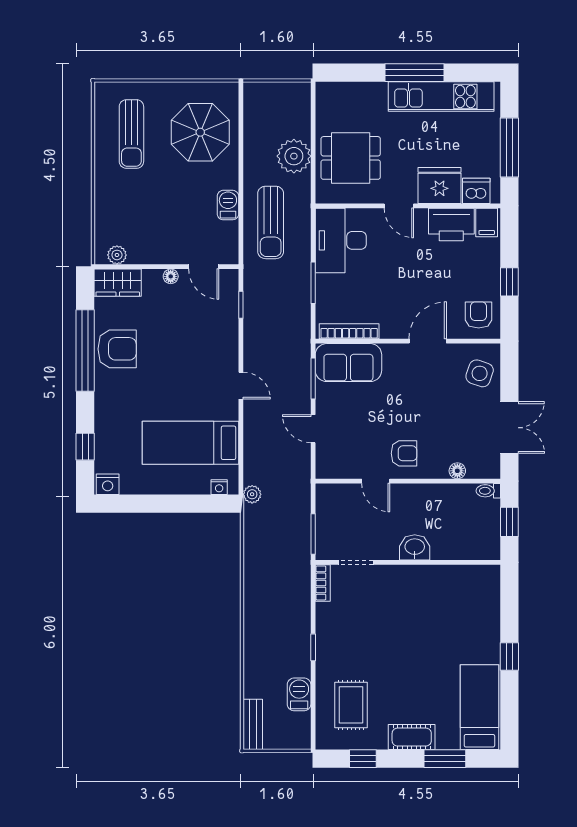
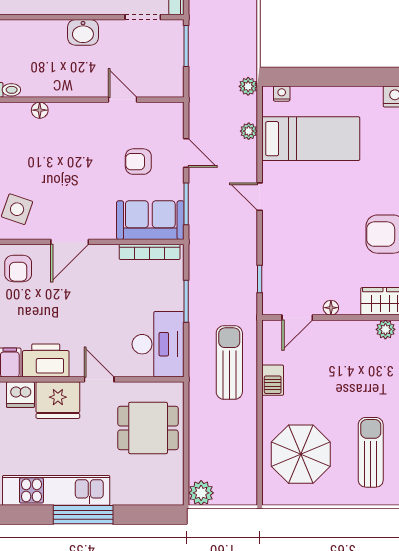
plant: (294, 156) -> (201, 493), moved, width x0.73, depth x0.73
door: (204, 267) -> (297, 317), swing flipped
plant: (252, 450) -> (249, 131), added
armchair: (404, 453) -> (138, 162), moved

